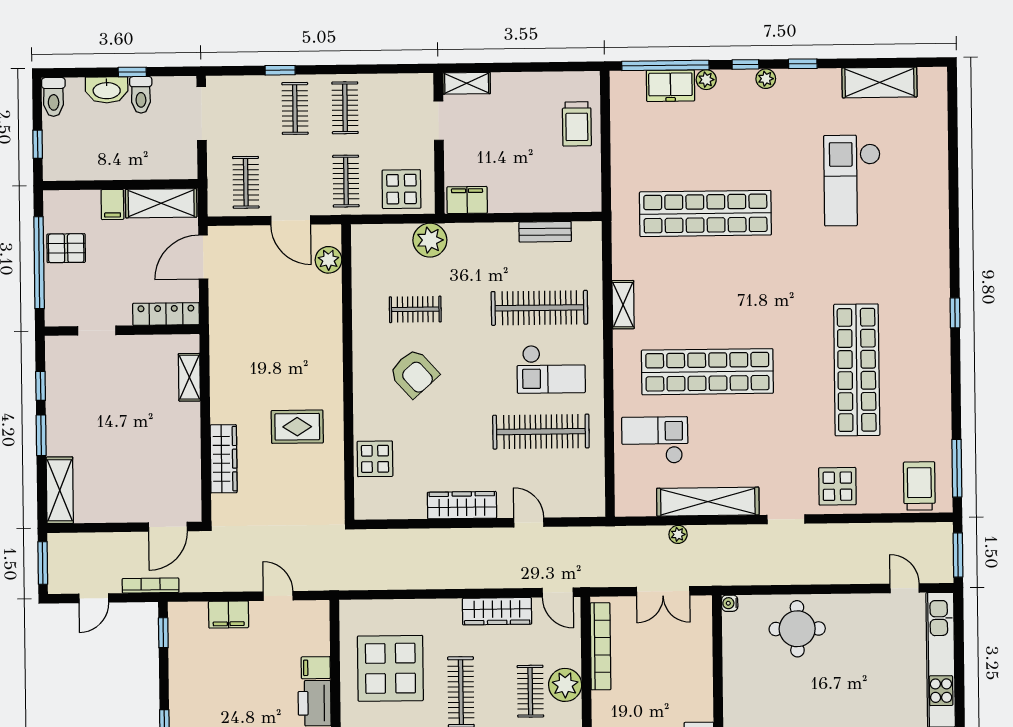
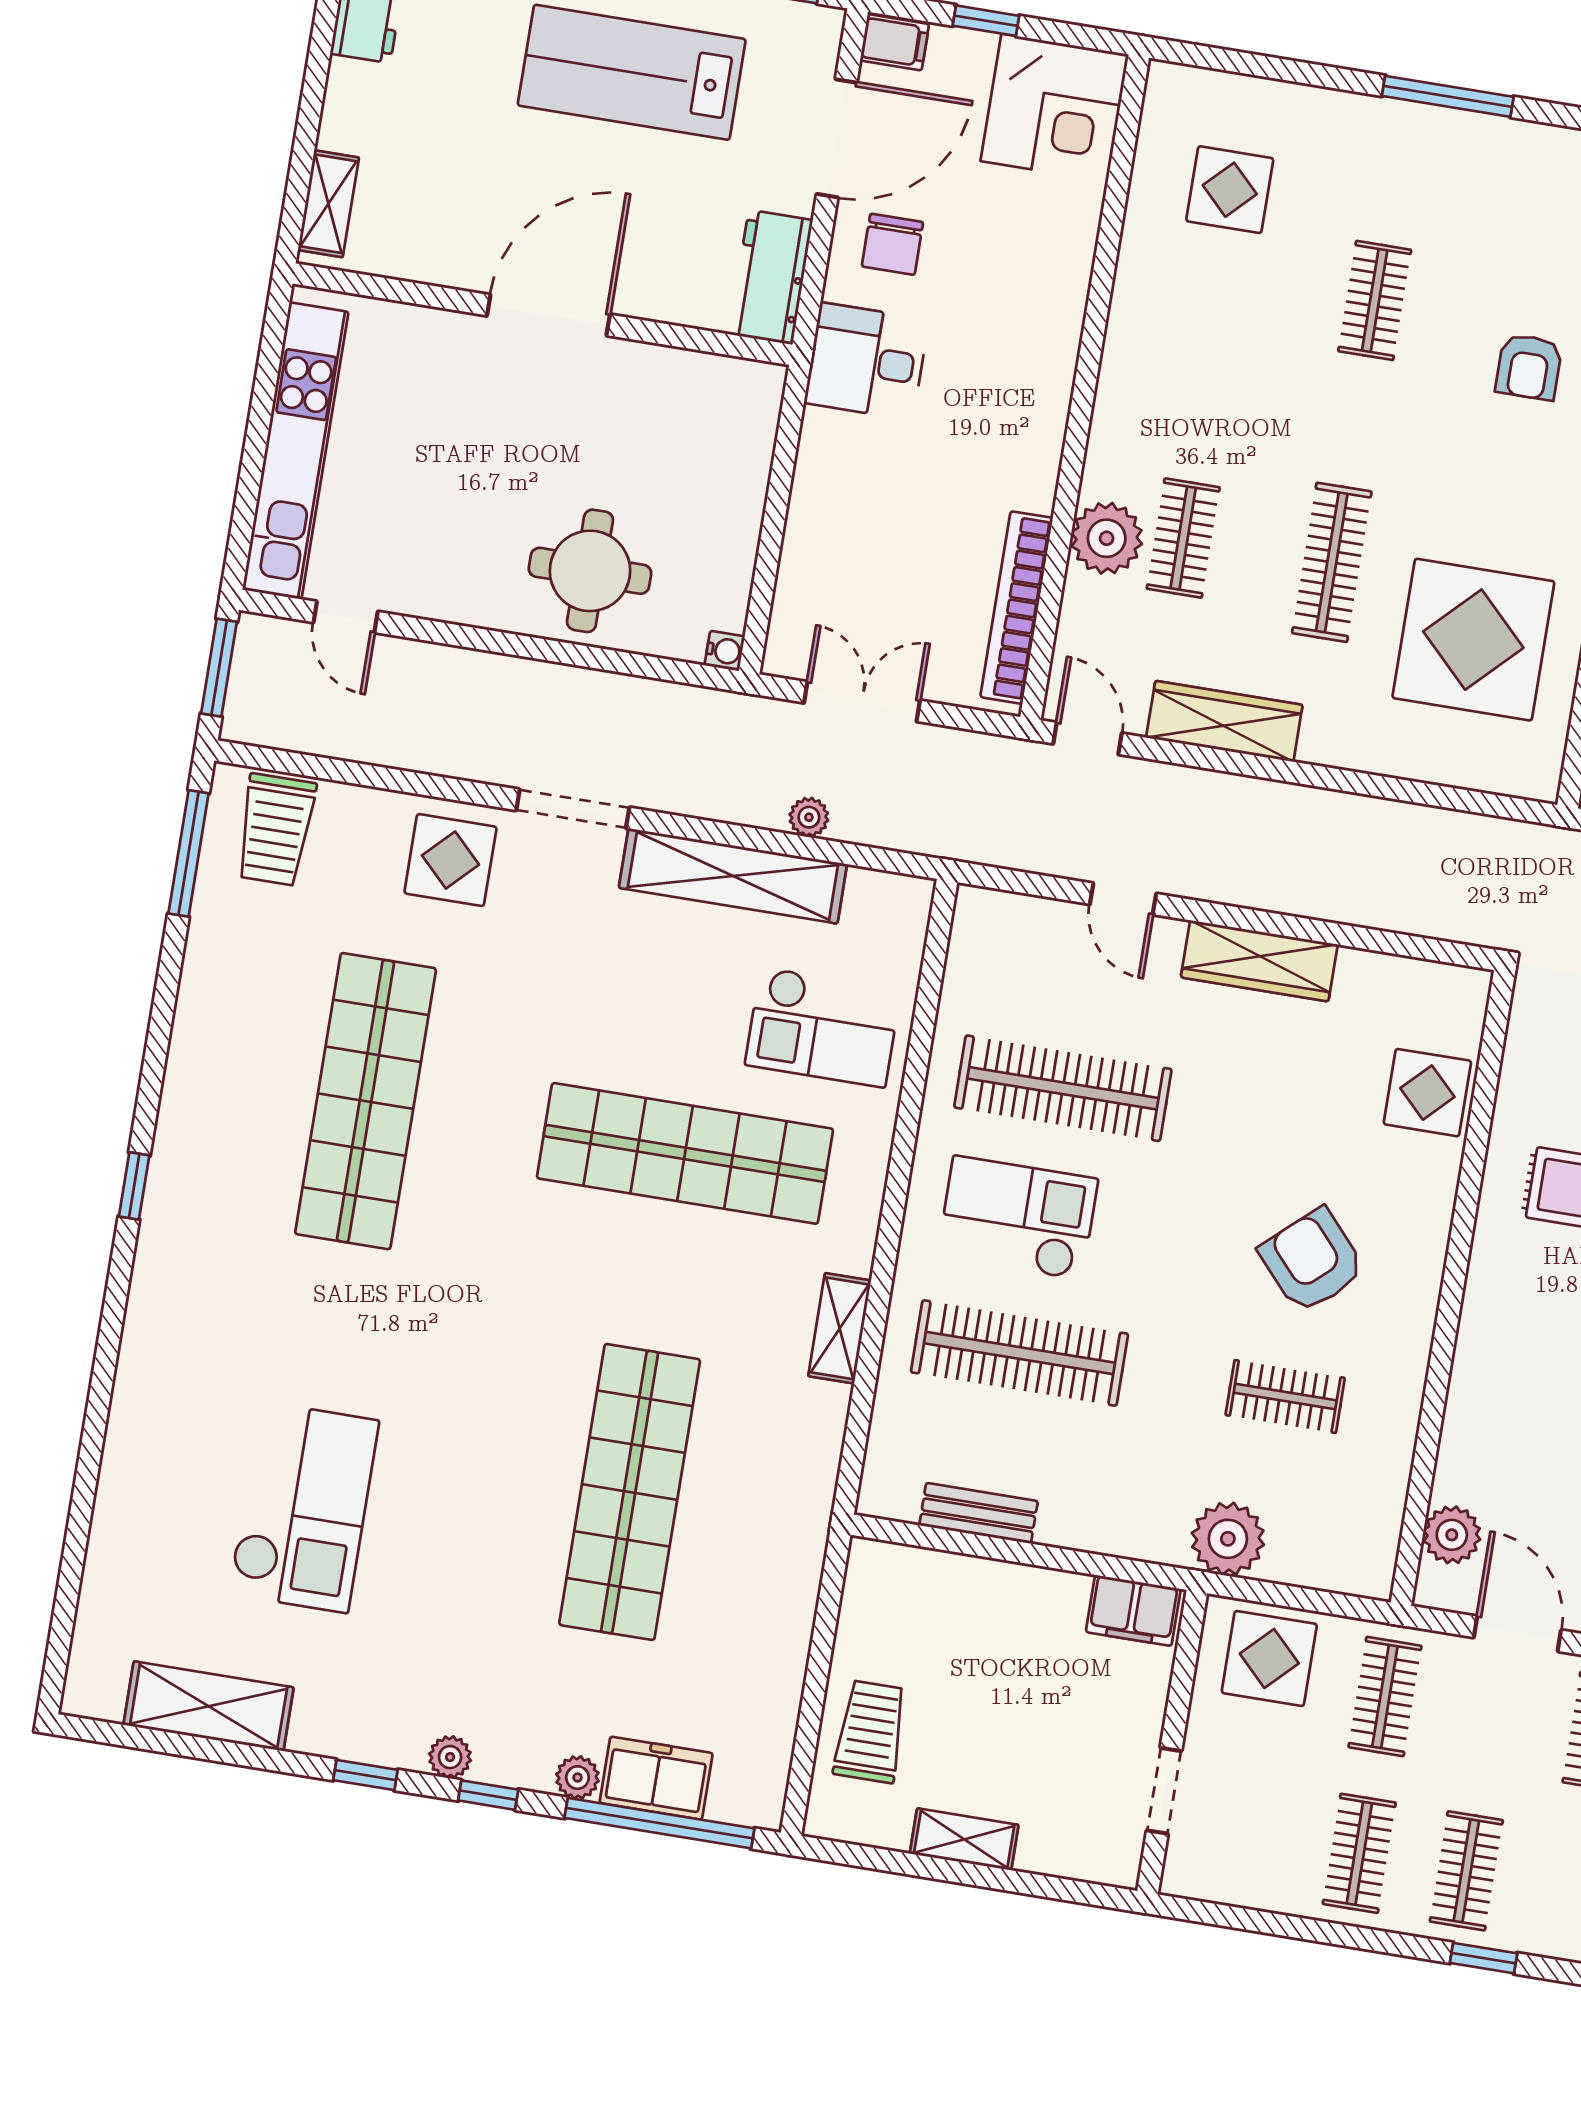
shelving: (467, 83) -> (964, 1839), moved
shop shelf: (705, 213) -> (630, 1492), turned 90
doorway: (786, 519) -> (573, 809), width x1.38

